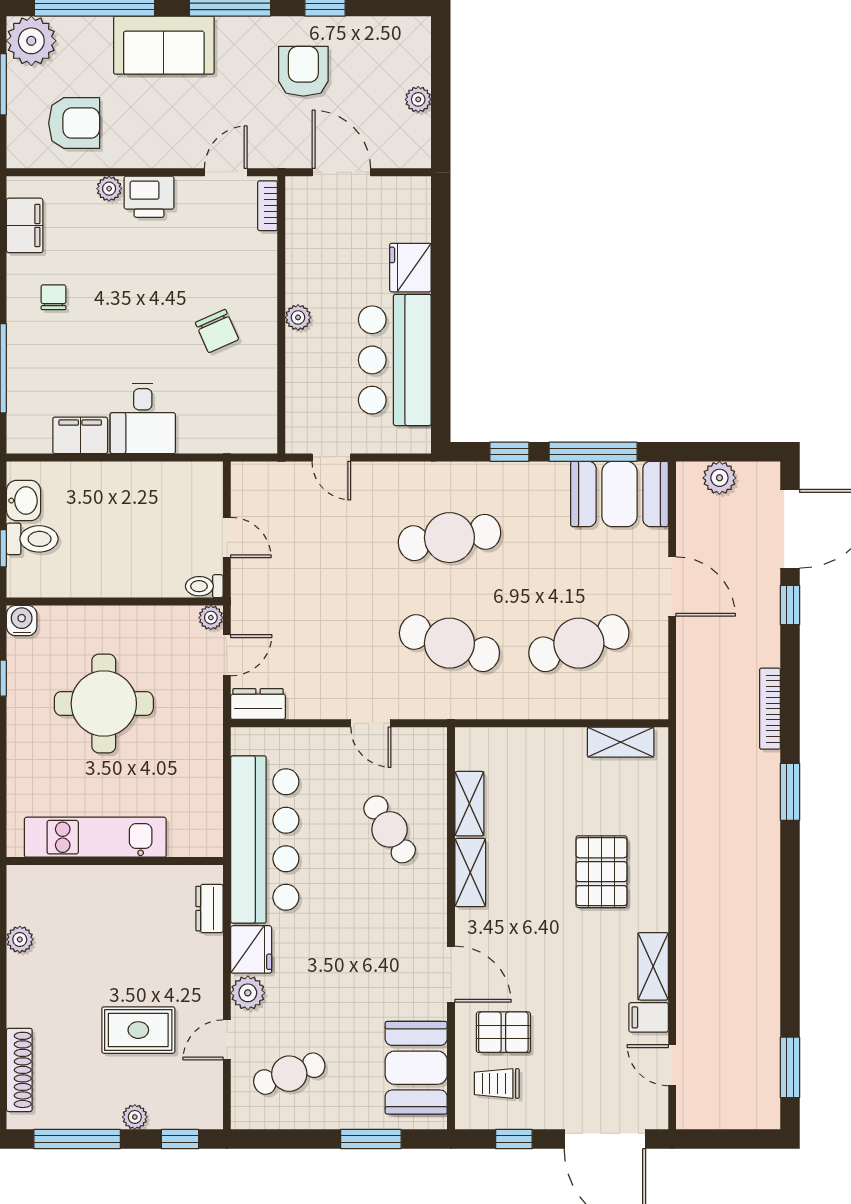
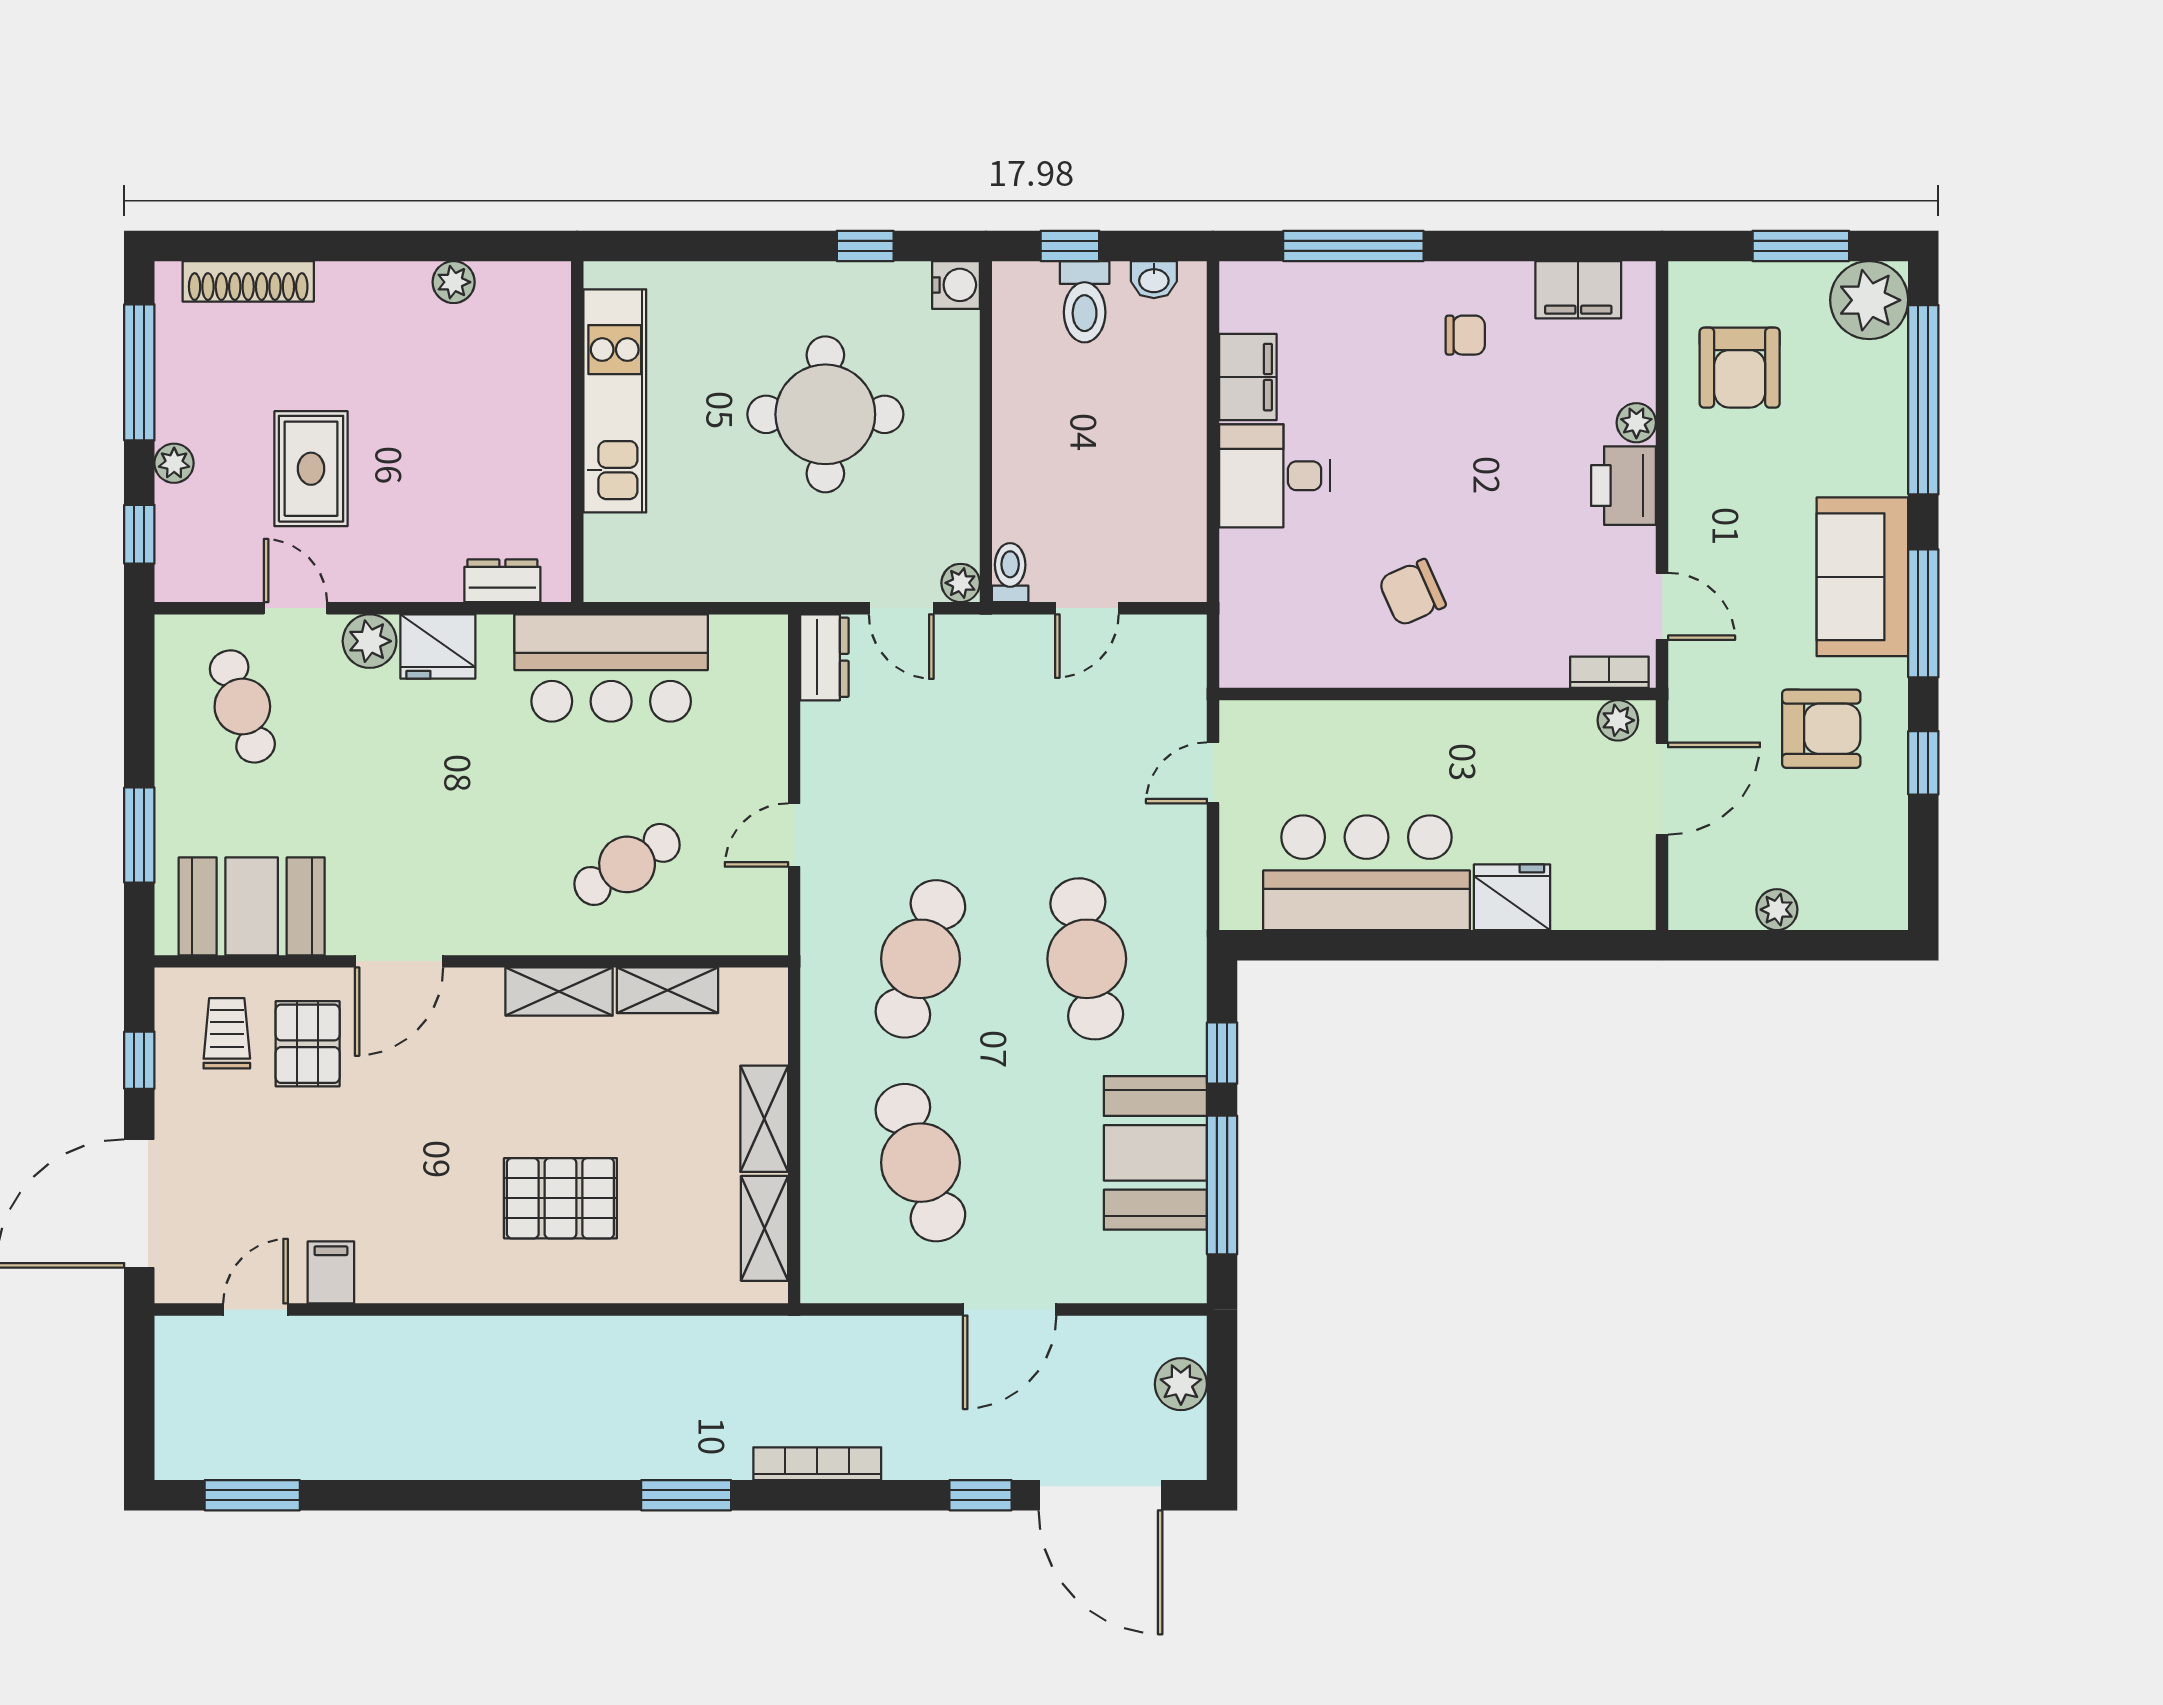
sofa: (164, 45) -> (1862, 577), moved
plant: (298, 317) -> (1618, 720), moved
booth: (619, 494) -> (1155, 1153), moved
washbasin: (24, 501) -> (1154, 280), width x0.72, depth x0.69
bar counter: (265, 839) -> (611, 668), width x0.73
shelving: (653, 966) -> (764, 1119), moved, turned 90

